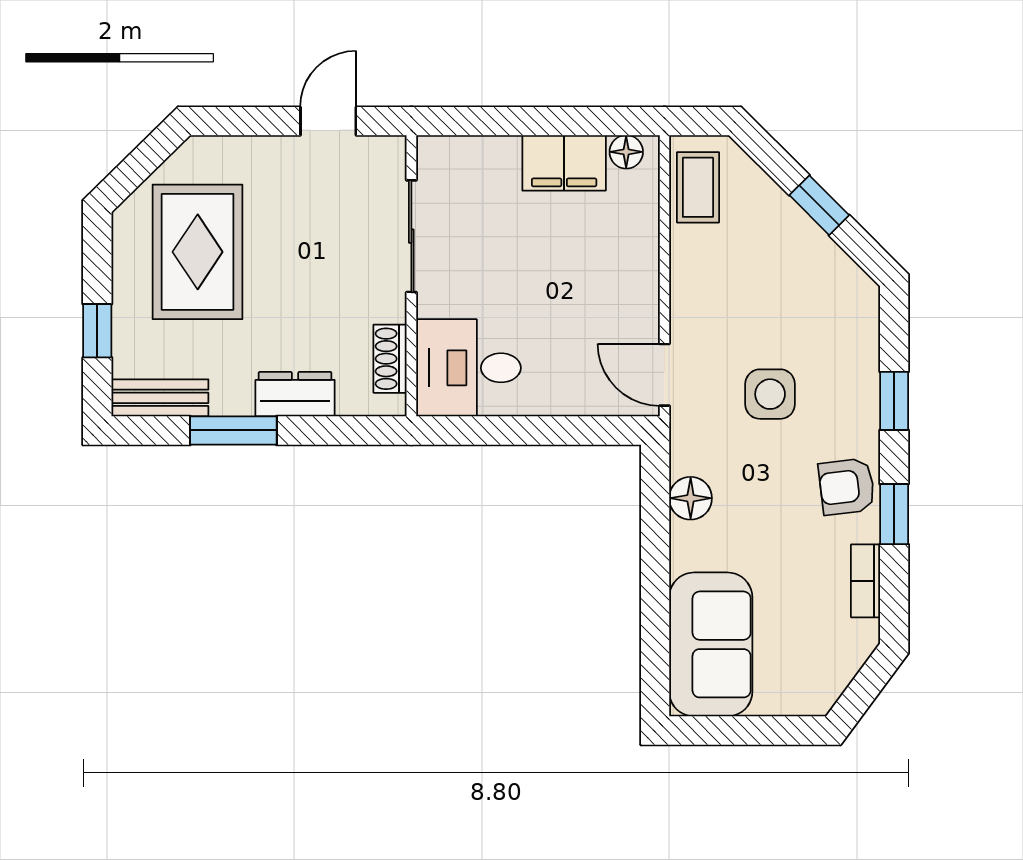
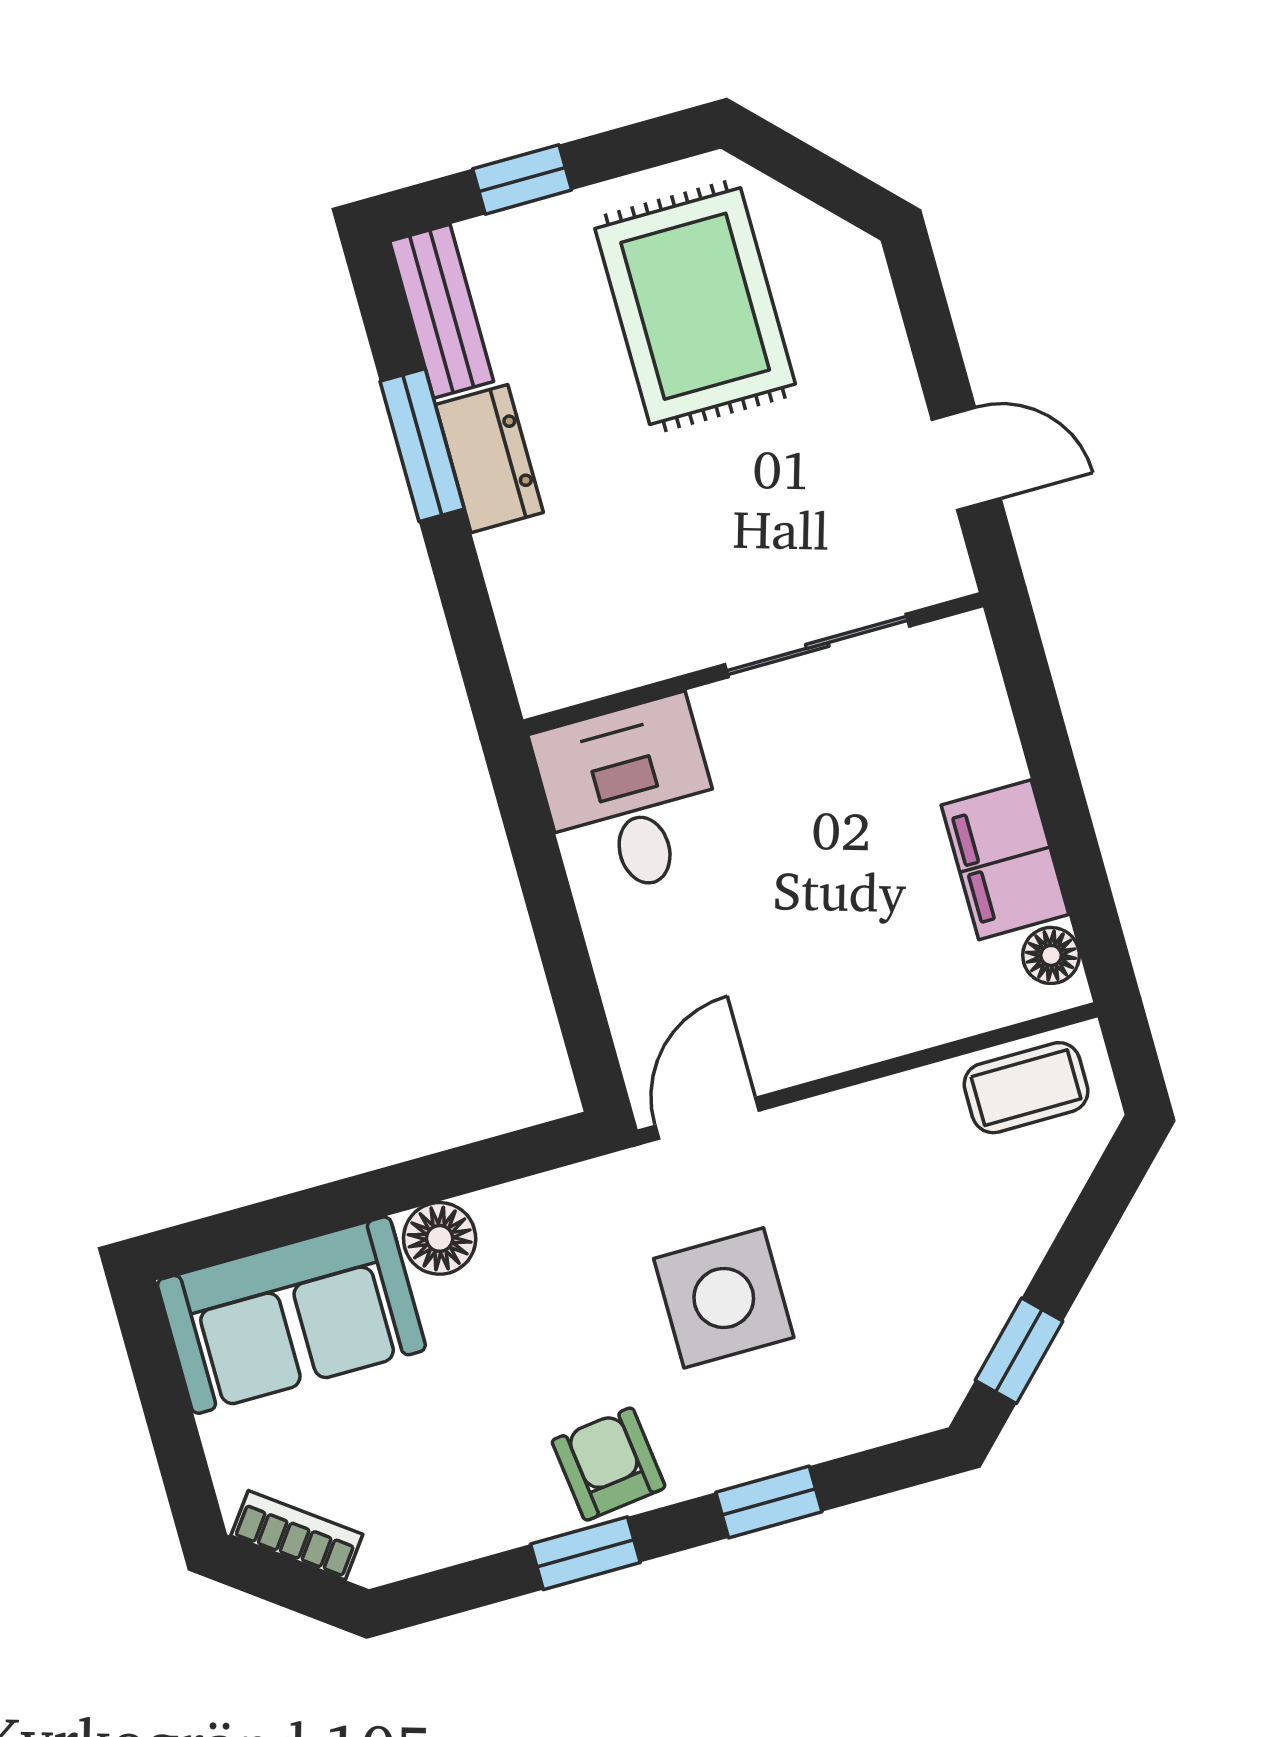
window: (819, 205) -> (1019, 1351), moved
rug: (198, 252) -> (695, 306), turned 90
shoe rack: (390, 359) -> (609, 666), removed
dresser: (295, 394) -> (489, 459), moved
side table: (770, 394) -> (724, 1298), width x1.37, depth x1.37
floor lamp: (691, 498) -> (440, 1238), moved
bookcase: (865, 581) -> (297, 1535), moved, turned 37

